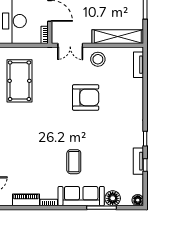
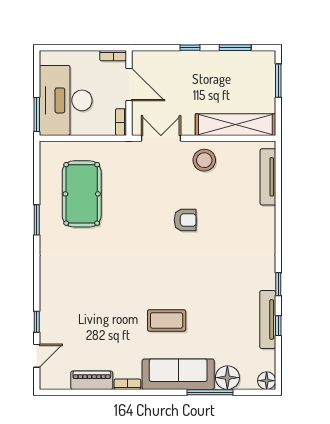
double door: (70, 45) -> (161, 138), swing flipped
tv unit: (139, 65) -> (268, 177), width x1.41
armchair: (86, 97) -> (185, 220), width x0.53, depth x0.53
tv unit: (138, 161) -> (268, 320), width x1.41
coffee table: (74, 162) -> (167, 320), turned 90

